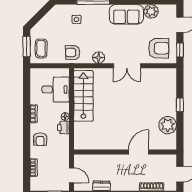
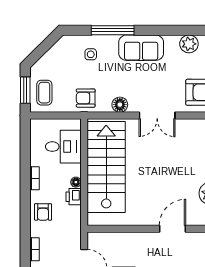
sofa: (126, 14) -> (141, 48), moved
stairs: (83, 96) -> (106, 167), width x1.36, depth x1.51

